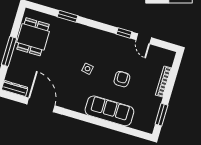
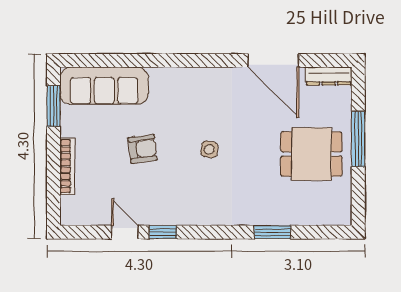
dining table: (33, 37) -> (311, 154), moved, turned 90
armchair: (122, 79) -> (143, 149), turned -97
sofa: (109, 111) -> (104, 86), moved

